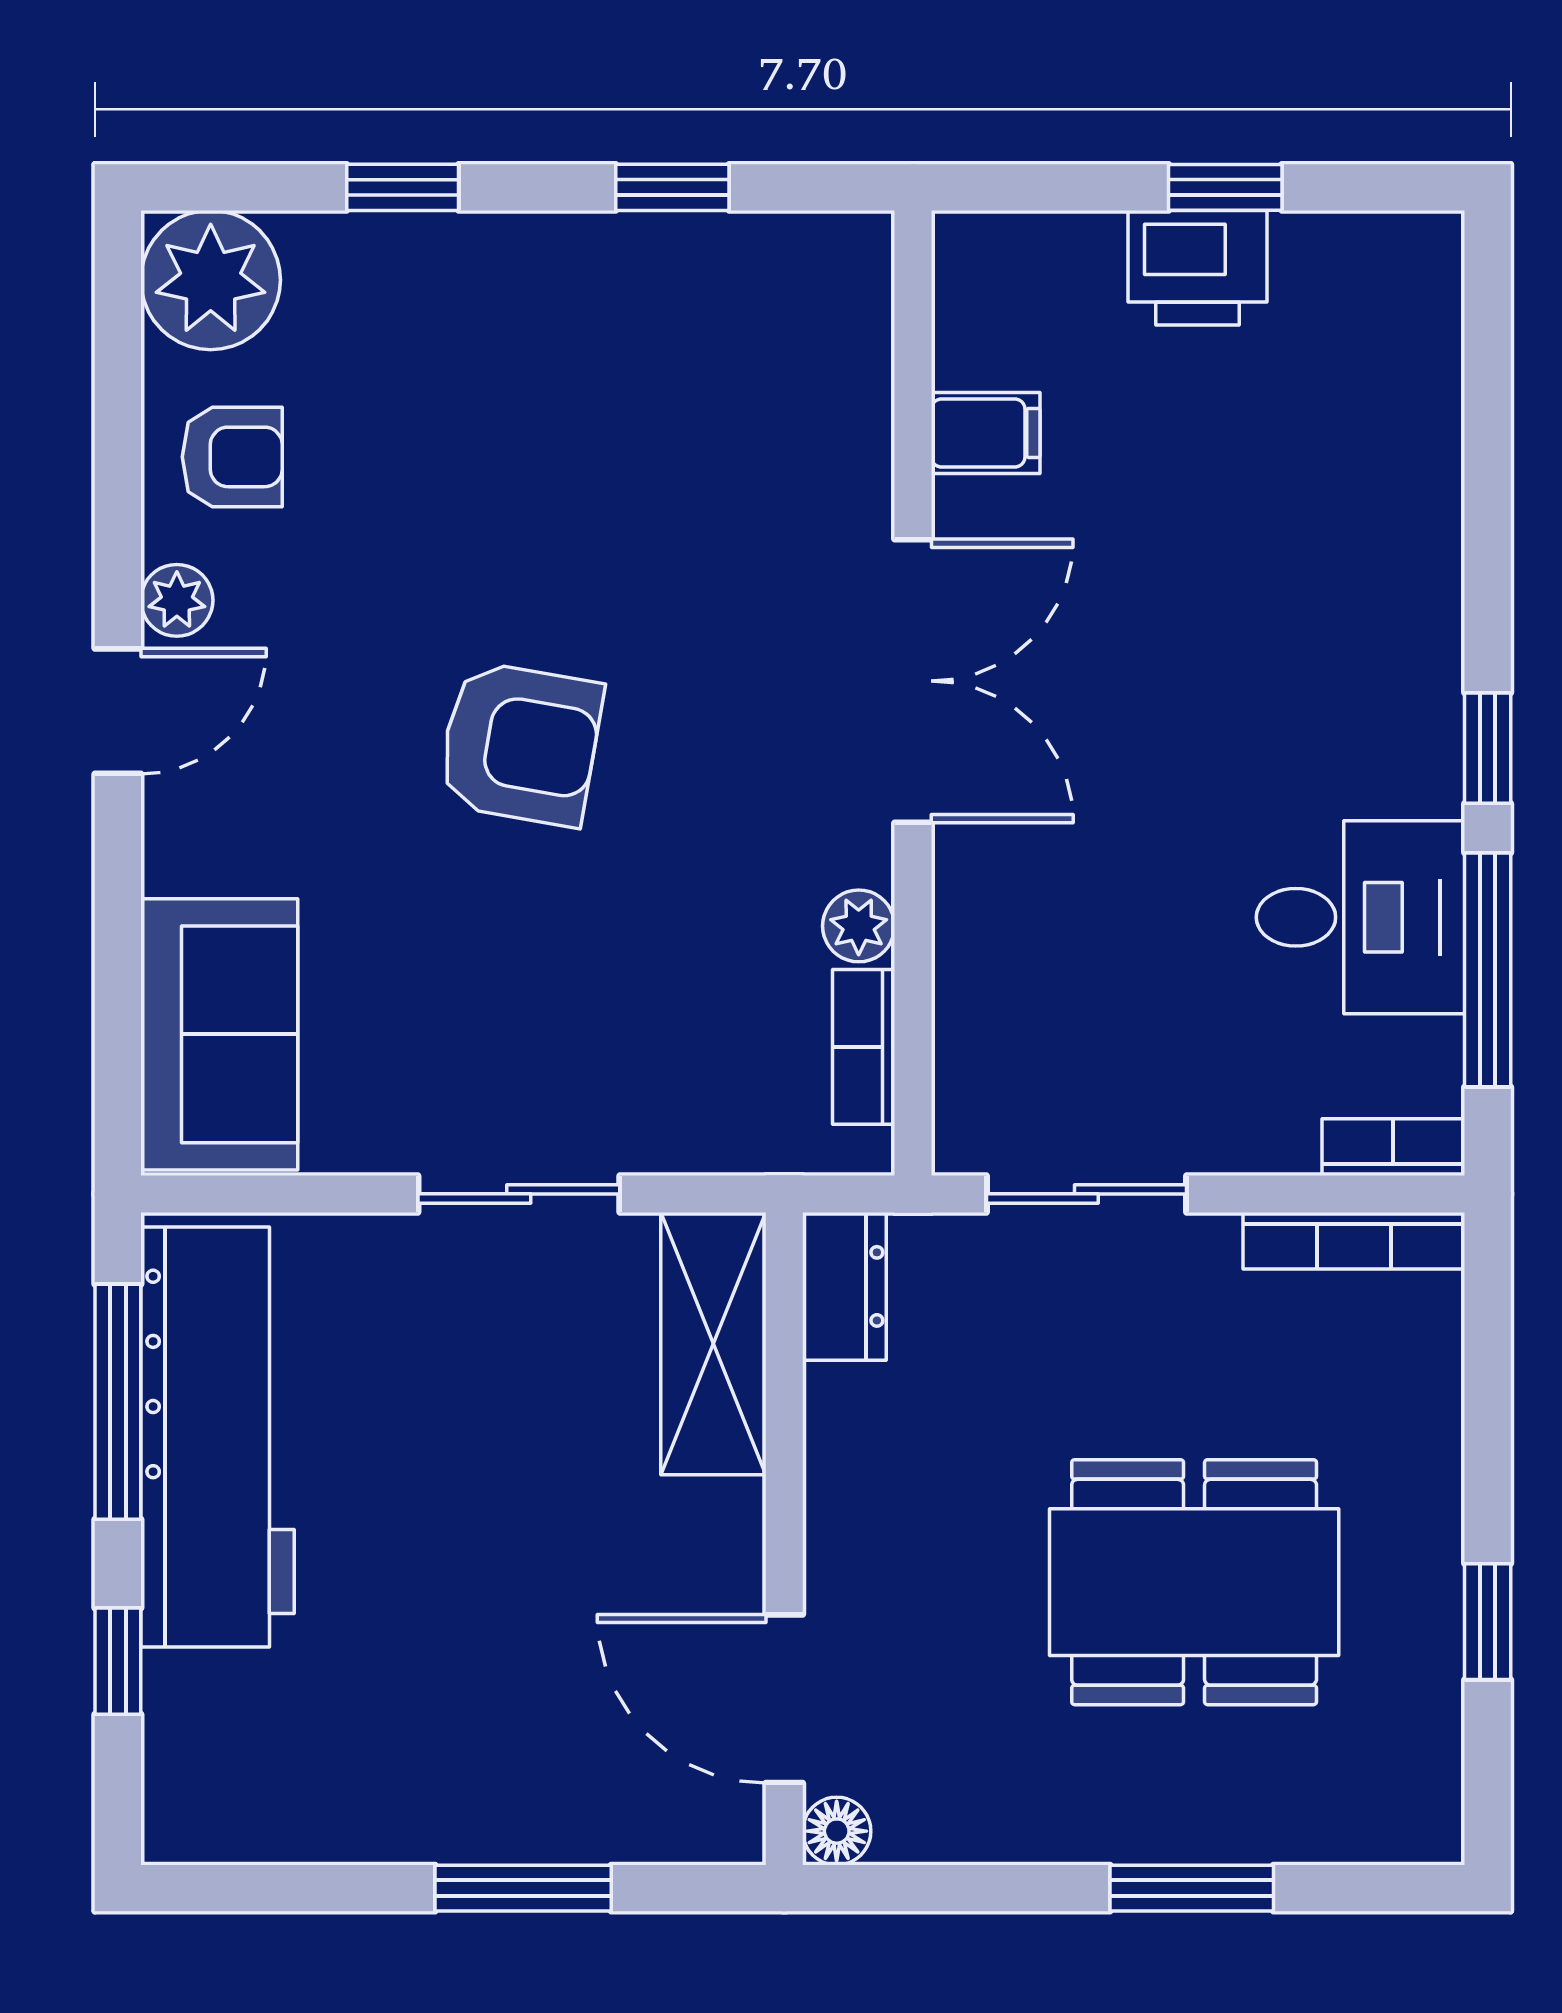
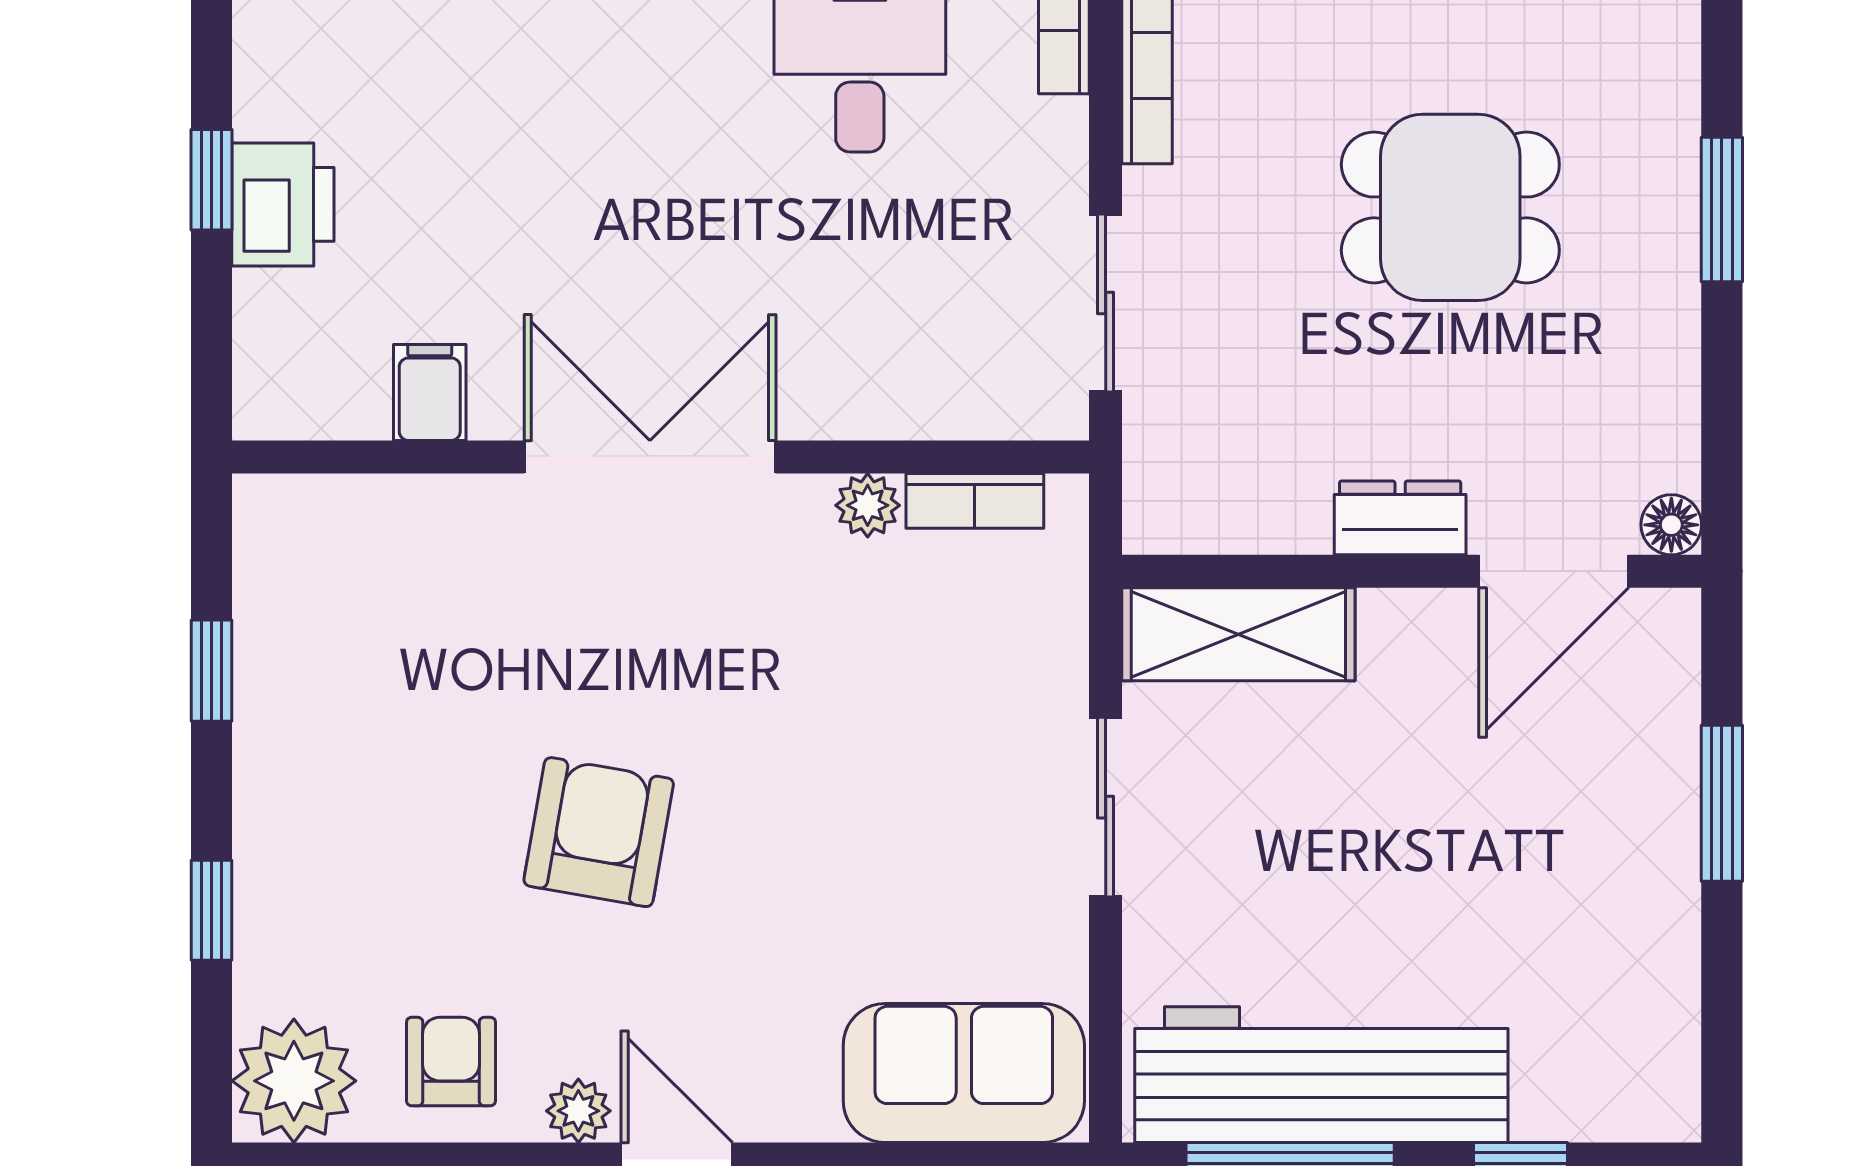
armchair: (520, 744) -> (599, 832), moved
dresser: (844, 1286) -> (1400, 518), moved
dining table: (1194, 1582) -> (1450, 207), width x0.73

